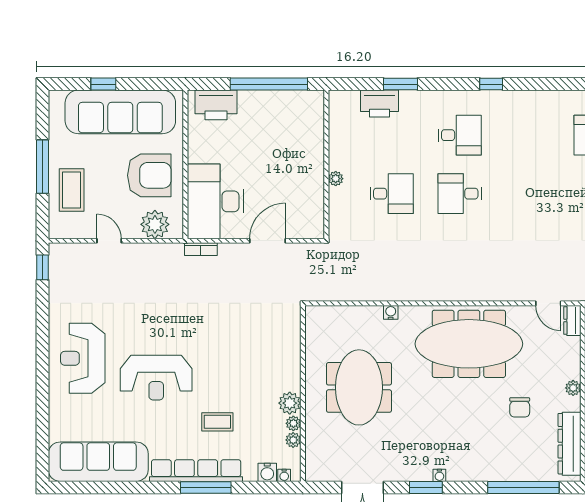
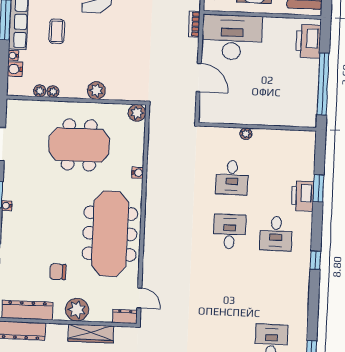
printer: (380, 104) -> (303, 196), moved
door: (548, 303) -> (139, 298), swing flipped
plant: (316, 317) -> (137, 113), added
plant: (573, 388) -> (77, 310), width x1.87, depth x1.87
plant: (290, 403) -> (96, 91), moved
water cooler: (284, 475) -> (13, 56), moved

